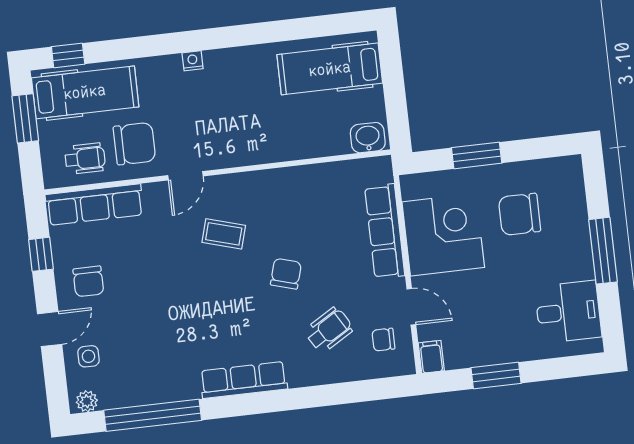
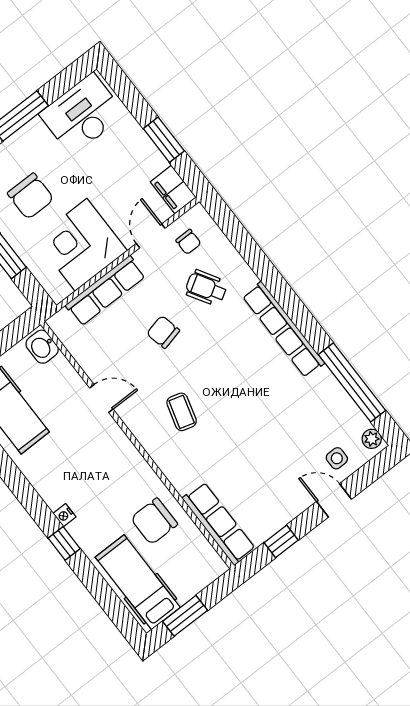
window: (68, 55) -> (64, 543), moved
chair: (134, 144) -> (154, 521), turned -90
wheelchair: (85, 159) -> (188, 552), removed
door: (185, 176) -> (101, 399), moved
chair: (286, 274) -> (163, 332), moved, turned 61
chair: (88, 281) -> (280, 493), removed
desk: (568, 312) -> (82, 114), width x1.37
filing cabinet: (431, 357) -> (173, 190), width x2.00
row of seats: (244, 380) -> (283, 330), width x1.36

